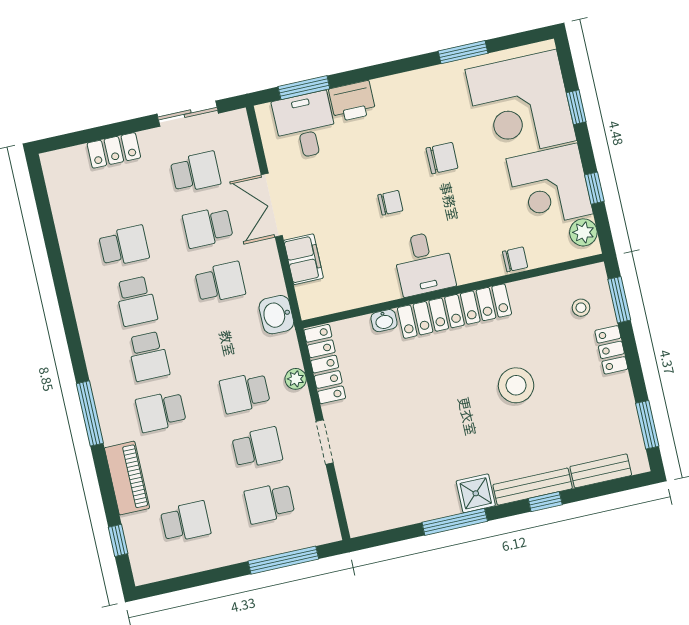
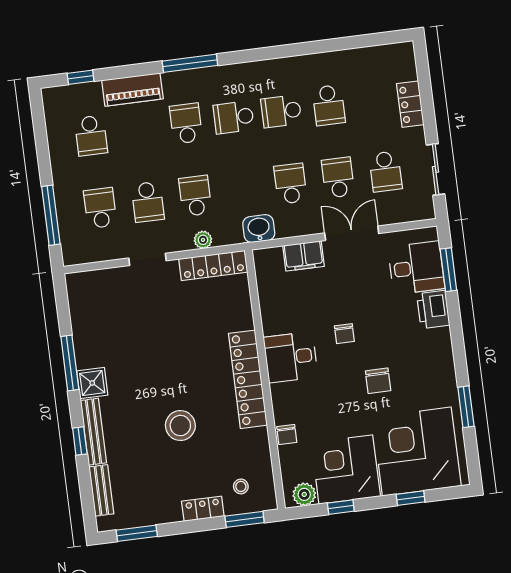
school desk: (220, 282) -> (290, 184), turned 180
washbasin: (384, 321) -> (245, 319), removed

